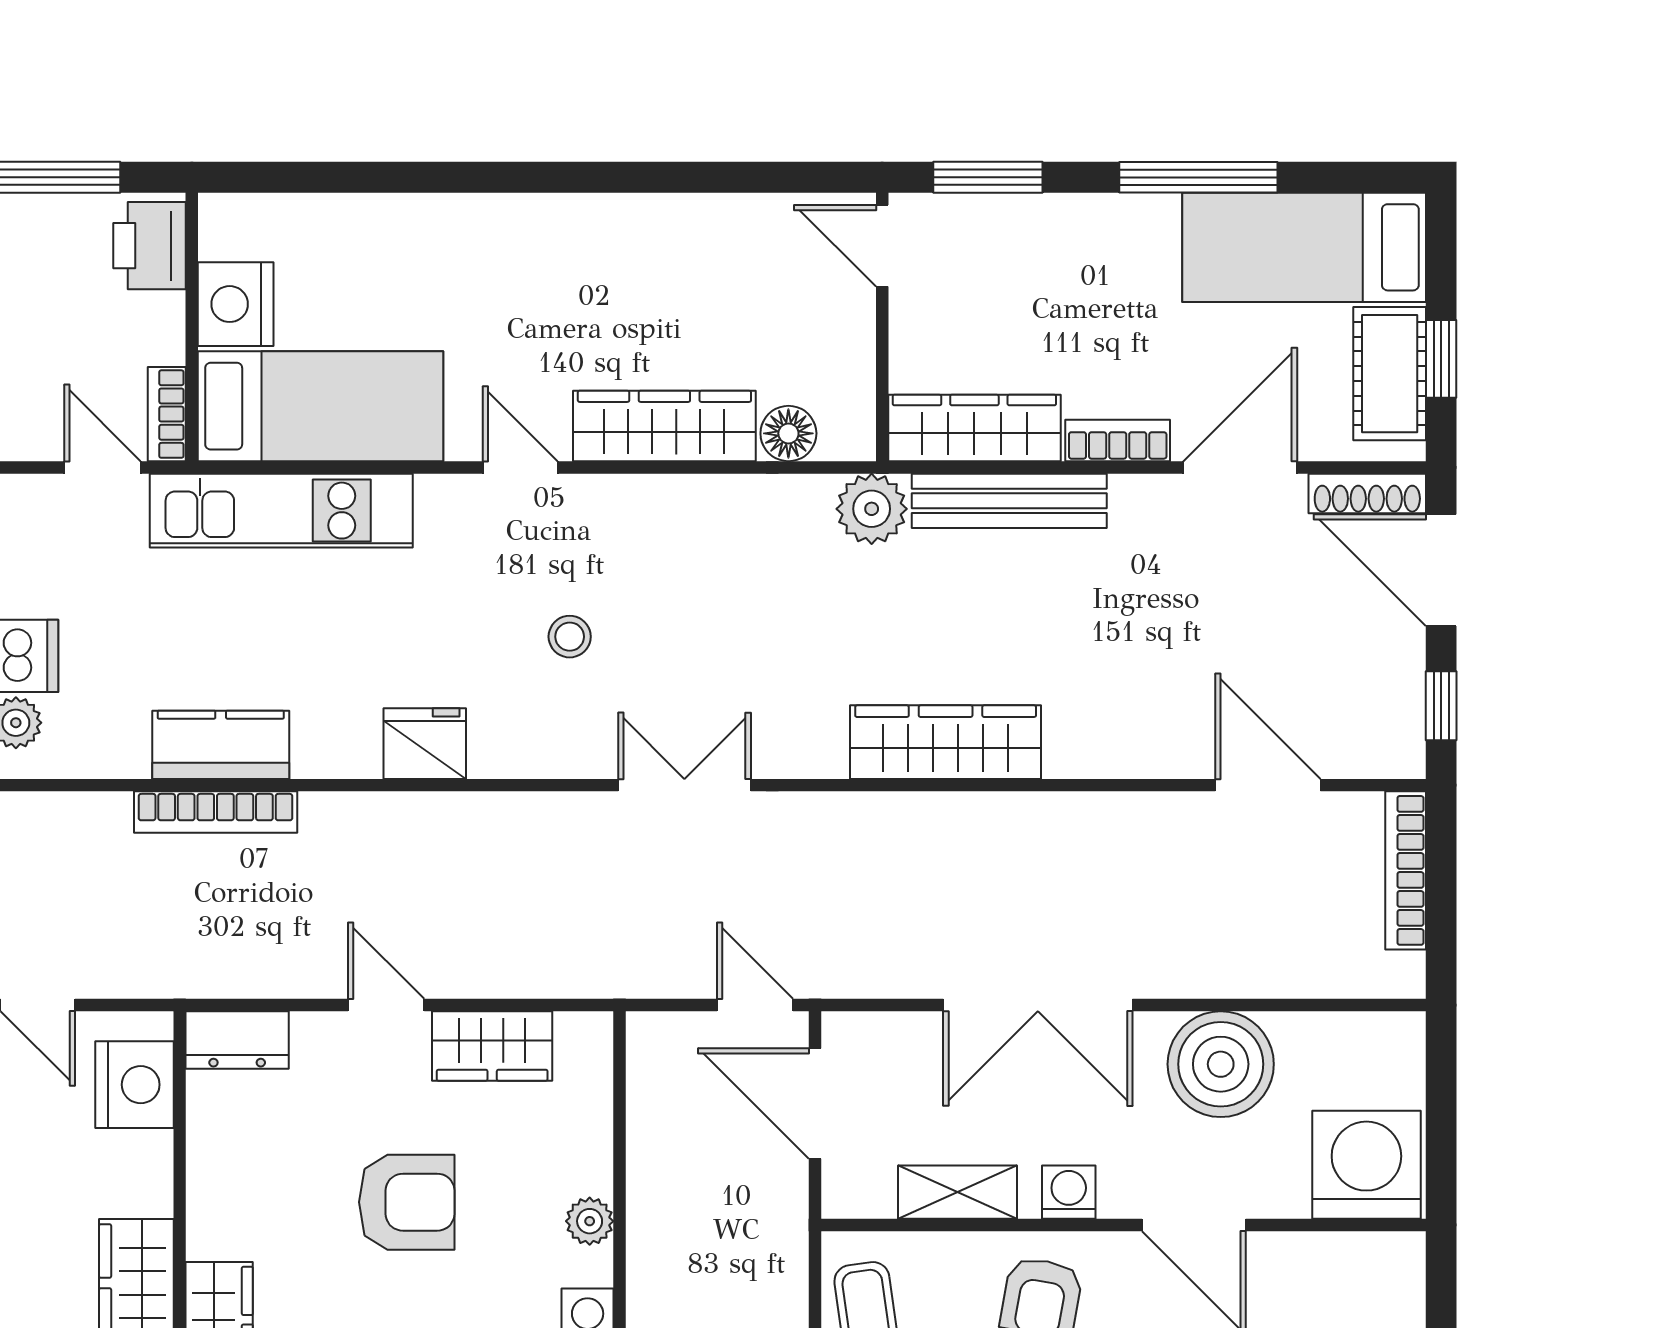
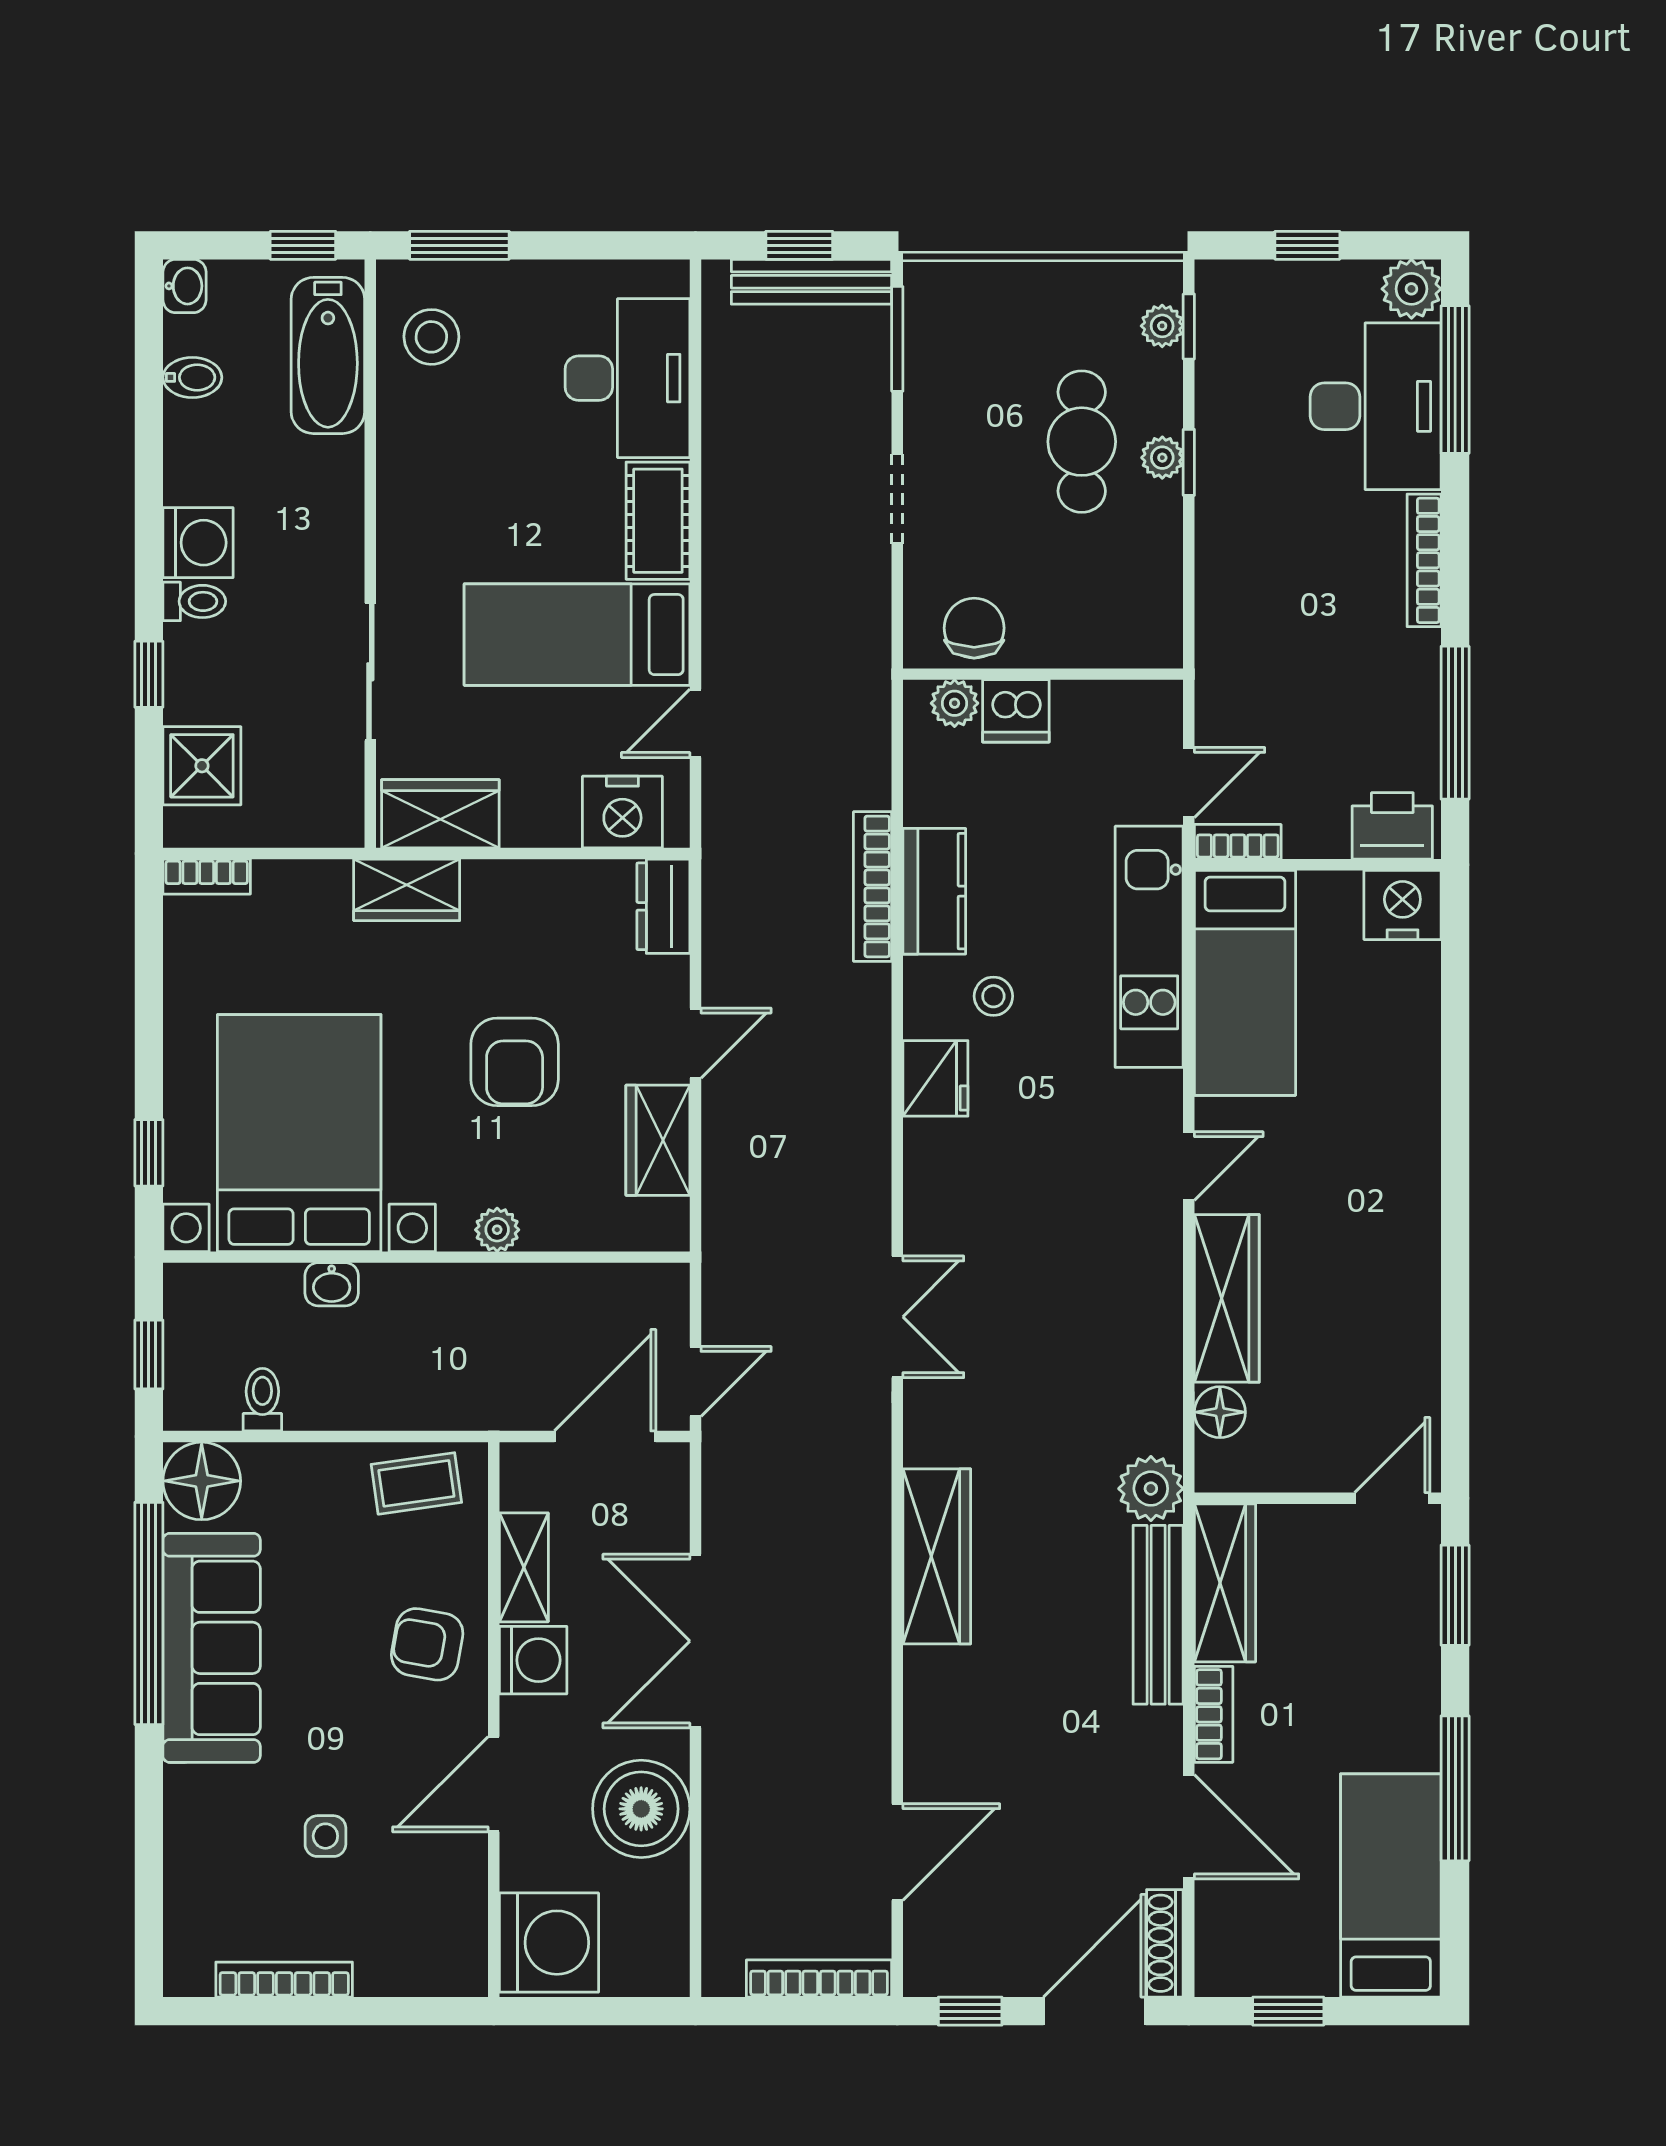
nightstand: (236, 304) -> (1402, 905), moved
cot: (1390, 374) -> (1275, 1964), removed
stool: (570, 637) -> (993, 996), moved
washing machine: (1069, 1192) -> (533, 1660), width x1.38, depth x1.38

